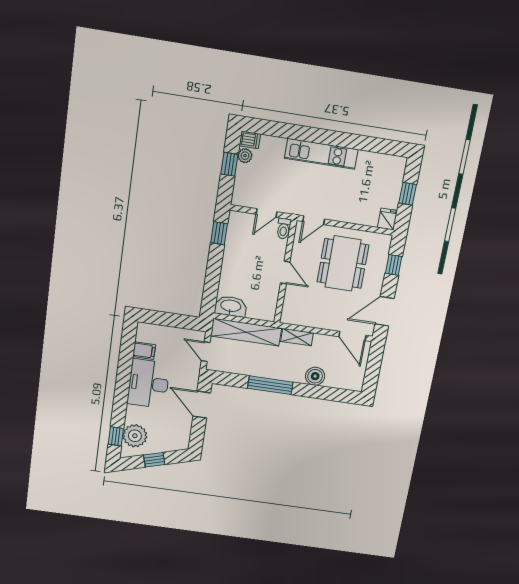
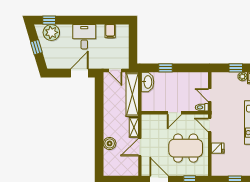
fridge: (387, 219) -> (218, 148), moved
window: (219, 233) -> (165, 68), moved
door: (352, 336) -> (140, 147), moved
door: (206, 352) -> (115, 70), swing flipped
desk: (149, 384) -> (84, 37), width x0.73
window: (270, 385) -> (99, 115), removed

